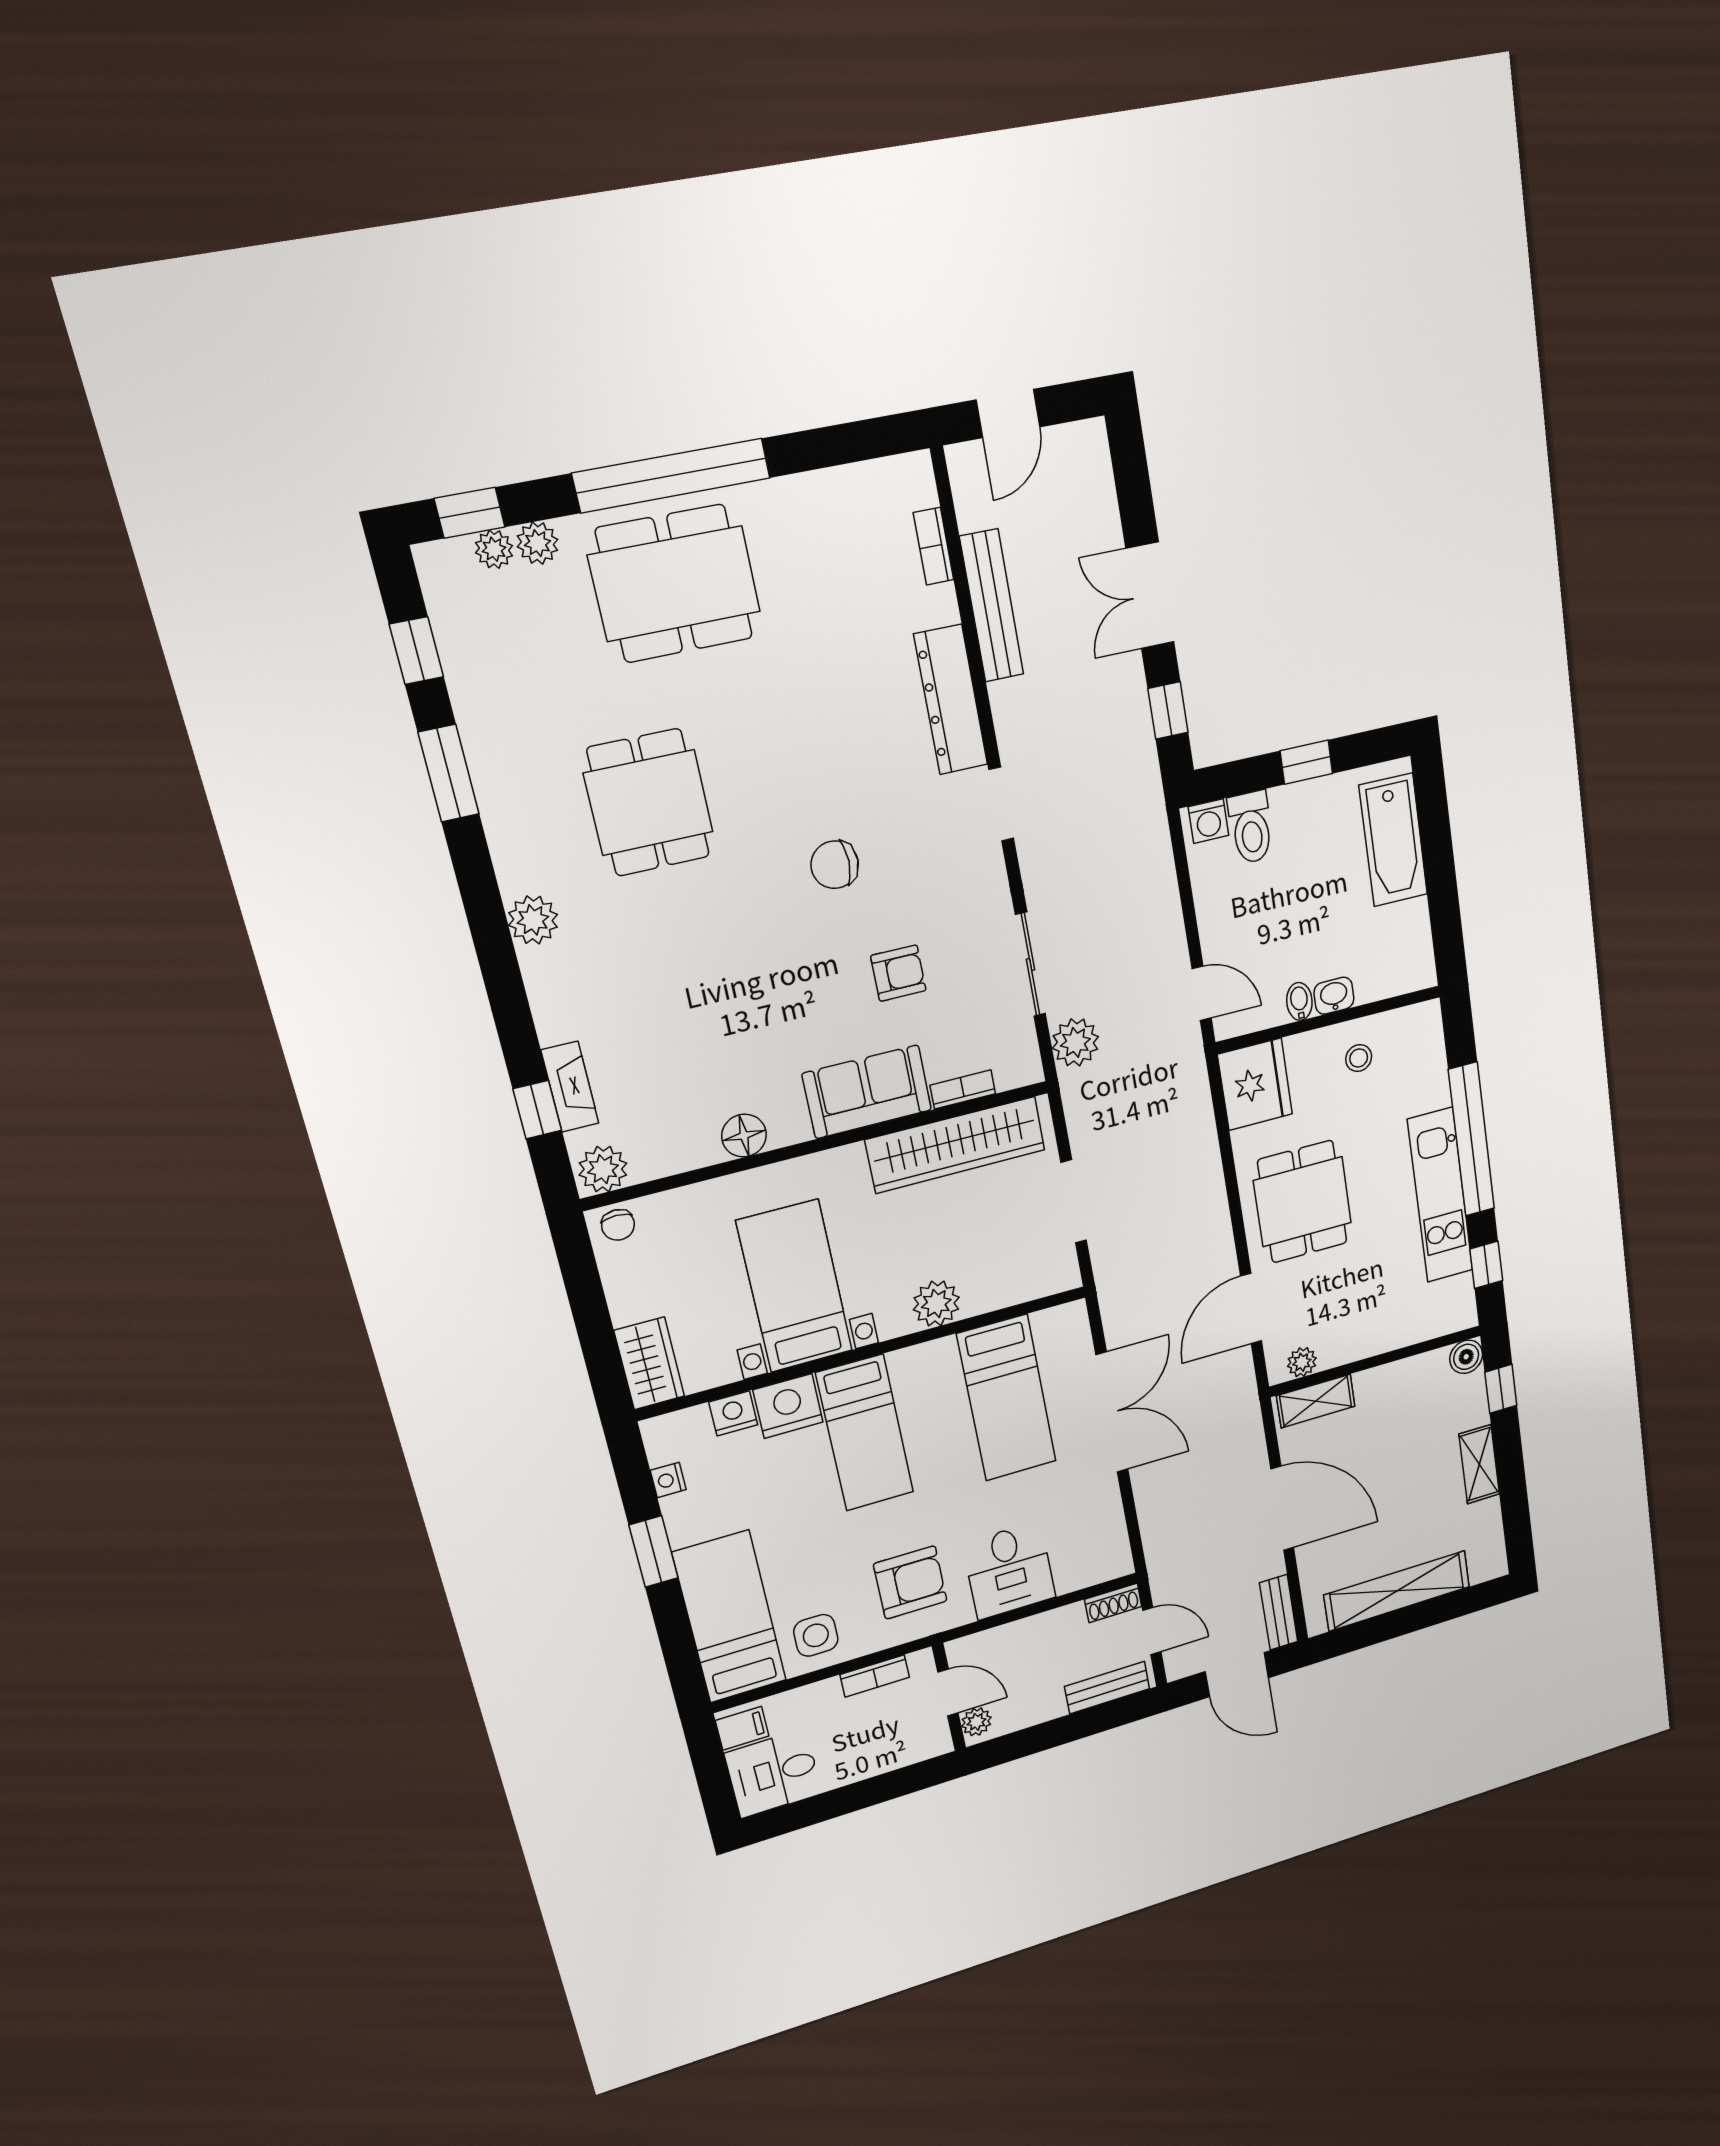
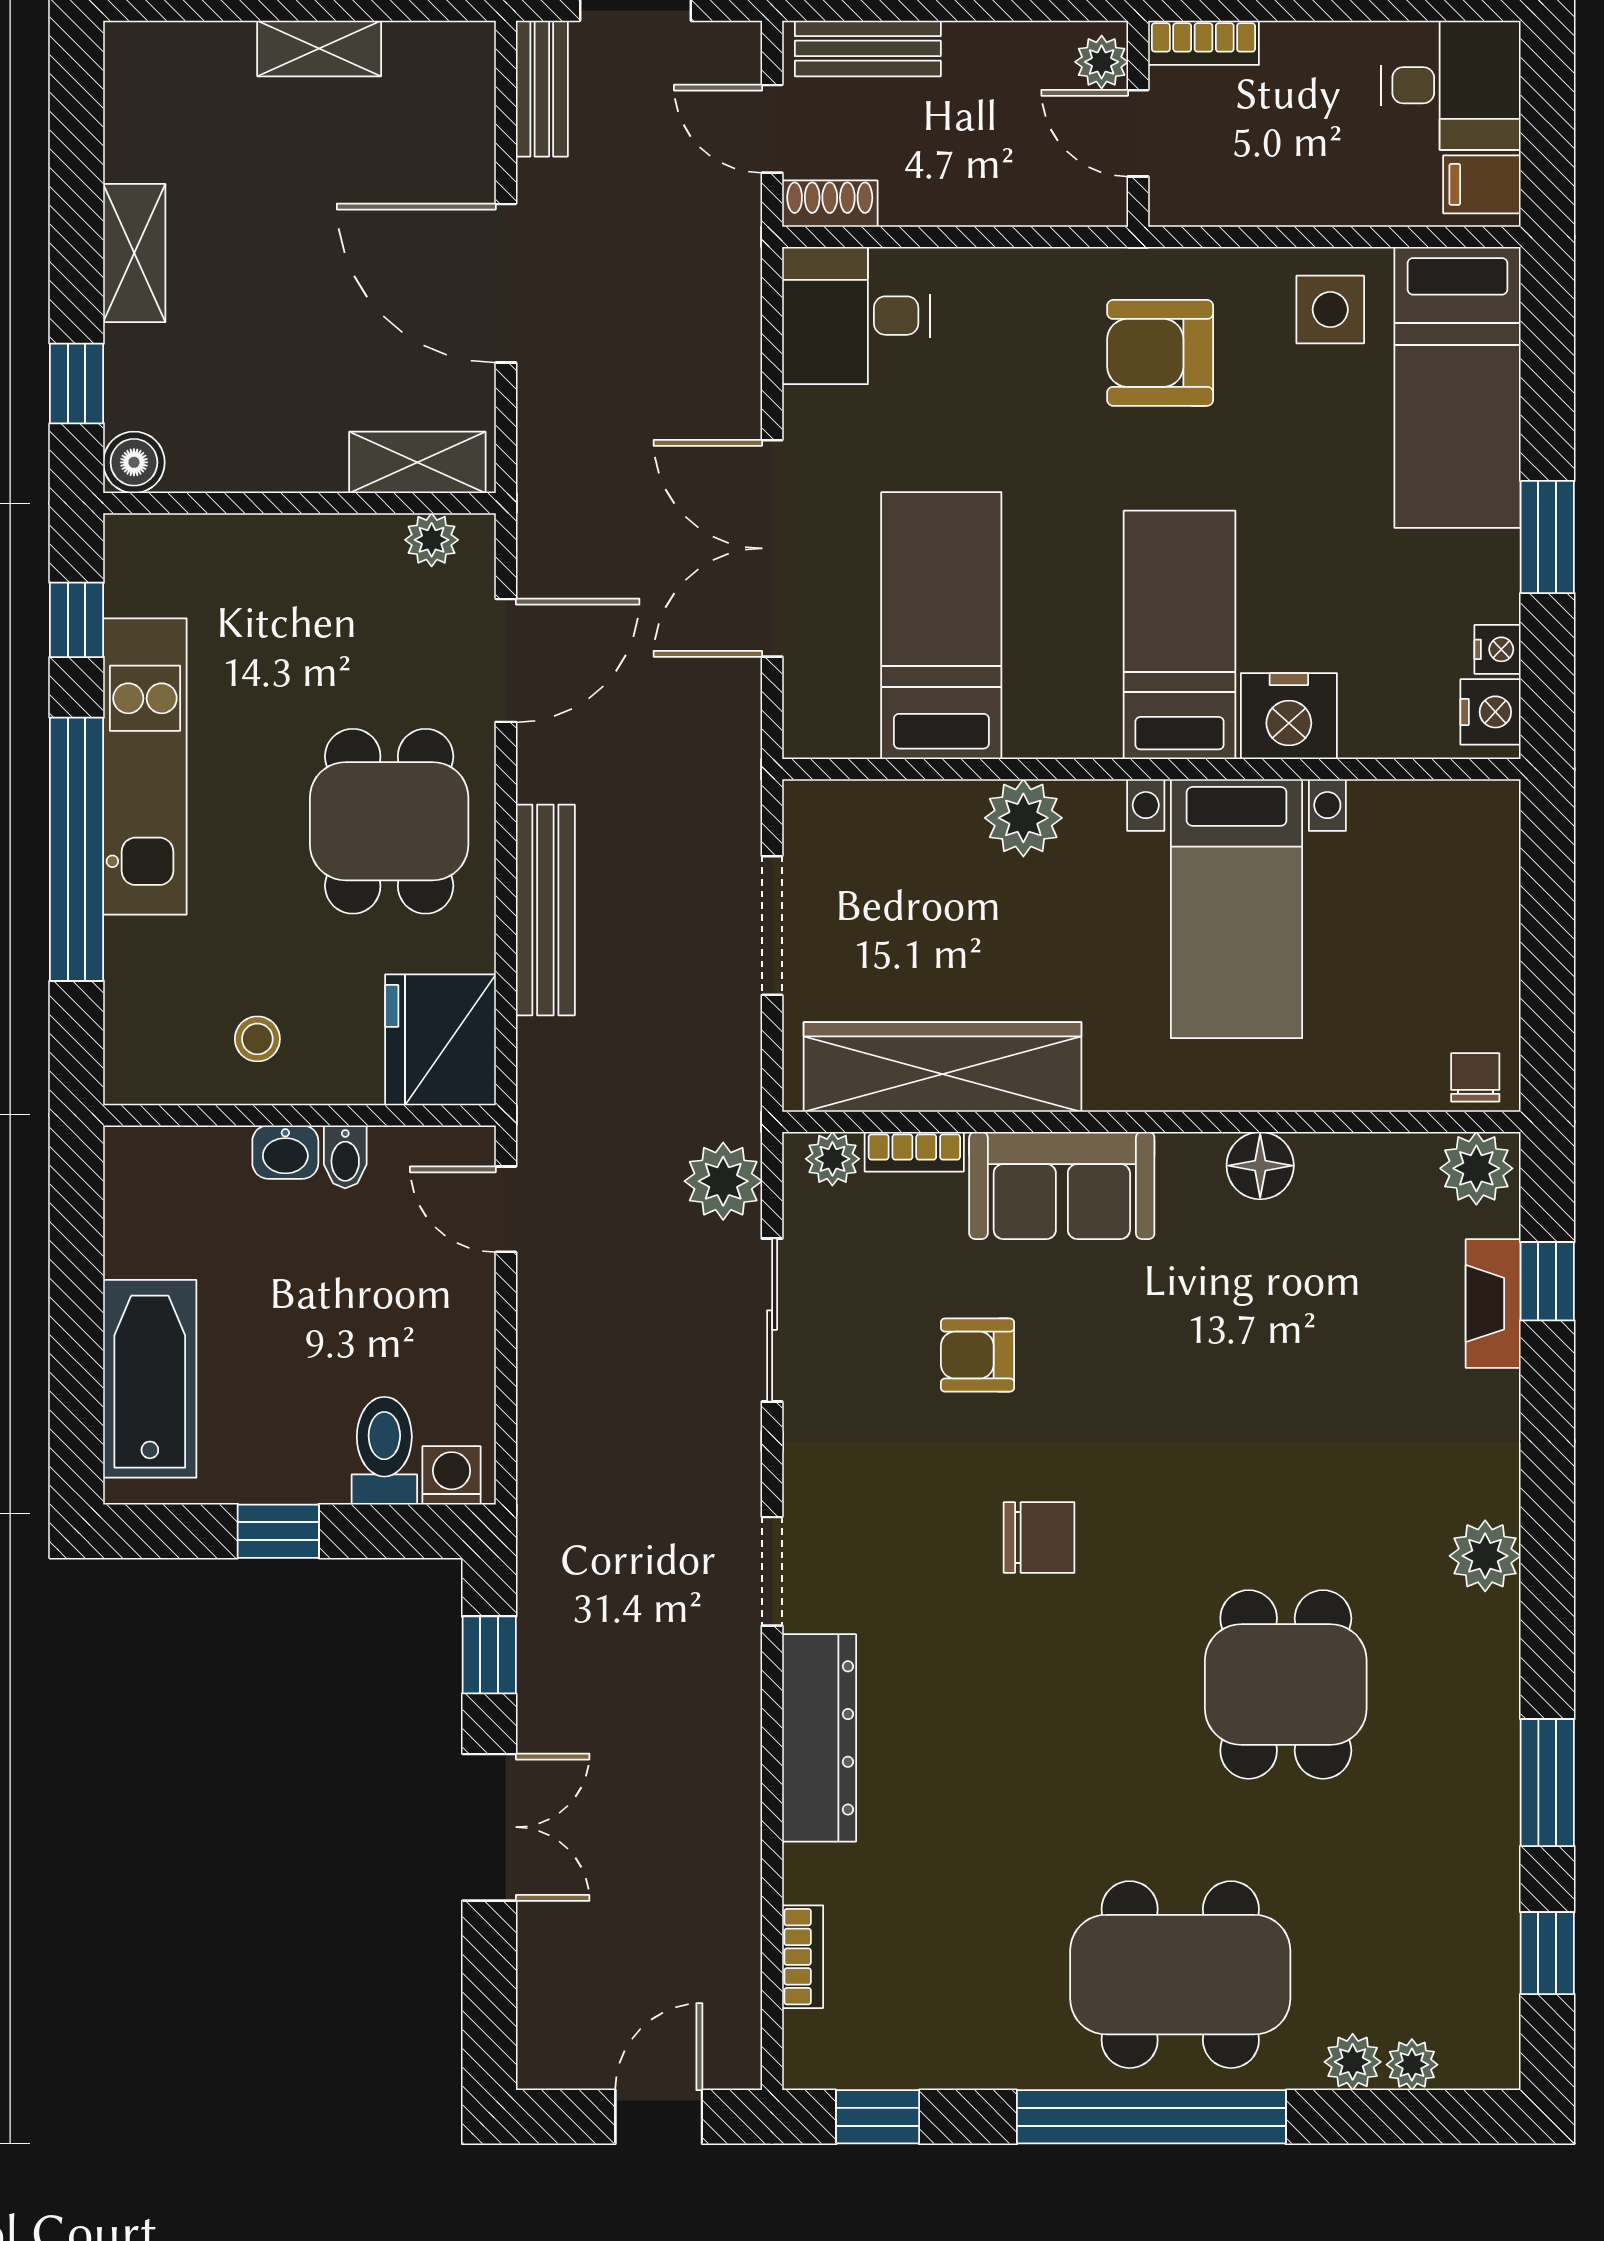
window: (470, 513) -> (878, 2117), moved
bench: (992, 606) -> (545, 910), moved
plant: (1012, 1073) -> (832, 1159), added
wardrobe: (649, 1363) -> (1481, 847), removed
nightstand: (733, 1413) -> (1491, 712), moved, turned -90
desk: (1009, 1570) -> (856, 316), moved, turned -90
shelving: (1397, 1591) -> (319, 48), width x0.45, depth x0.75
bookcase: (875, 1676) -> (1203, 43), moved, turned 180

